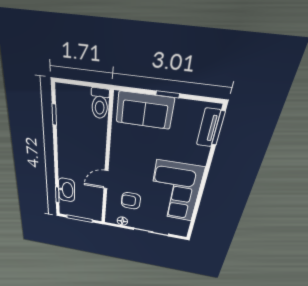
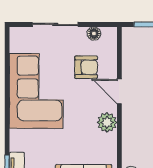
plant: (118, 158) -> (107, 122), added
door: (106, 180) -> (119, 91), swing flipped

